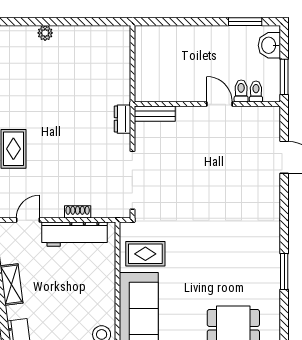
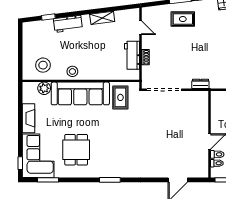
bench: (155, 114) -> (204, 103), removed
workbench: (75, 234) -> (132, 55), width x0.73

